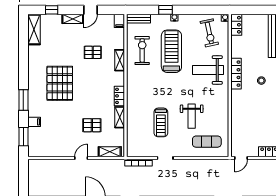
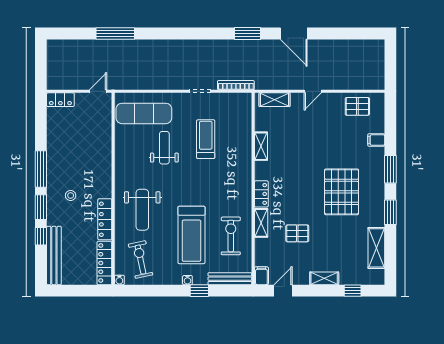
door: (90, 10) -> (283, 291), moved
bench: (139, 19) -> (230, 279), width x1.36
locker: (236, 25) -> (104, 263), width x1.53
shelving: (34, 29) -> (376, 248), moved
exercise bike: (142, 50) -> (231, 236), turned 180
weight bench: (208, 70) -> (142, 210), turned 90
locker: (236, 74) -> (105, 219), moved
locker: (119, 96) -> (261, 194), moved
pallet: (92, 125) -> (357, 106), moved
window: (23, 137) -> (390, 212), moved
exercise mat: (207, 142) -> (144, 113), width x1.36, depth x1.45

